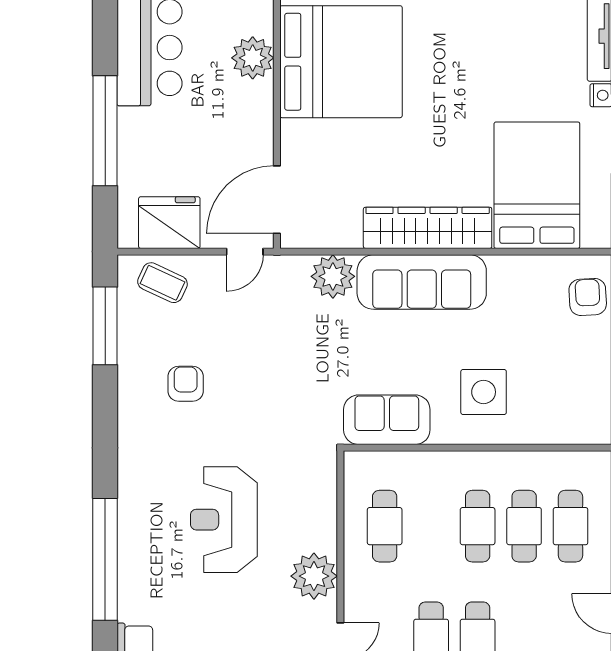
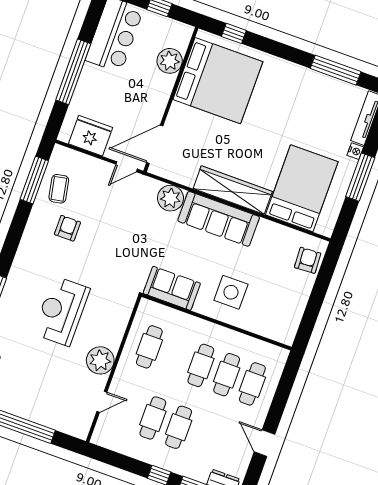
coffee table: (162, 283) -> (59, 189), moved, turned 54

